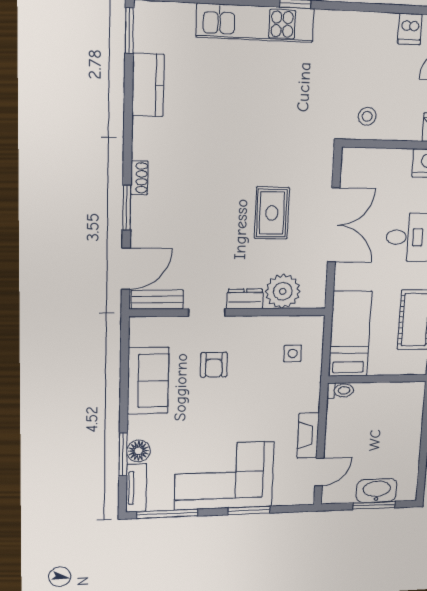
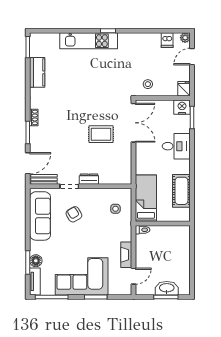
rug: (272, 213) -> (101, 134), turned 90
double door: (334, 225) -> (134, 123), moved
plant: (283, 291) -> (109, 175), removed
armchair: (214, 365) -> (74, 214), turned 150
sofa: (148, 381) -> (40, 216), width x1.36

